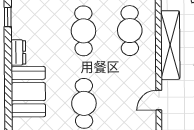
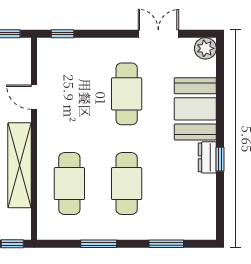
window: (8, 17) -> (220, 159), moved
door: (159, 100) -> (34, 97), swing flipped

